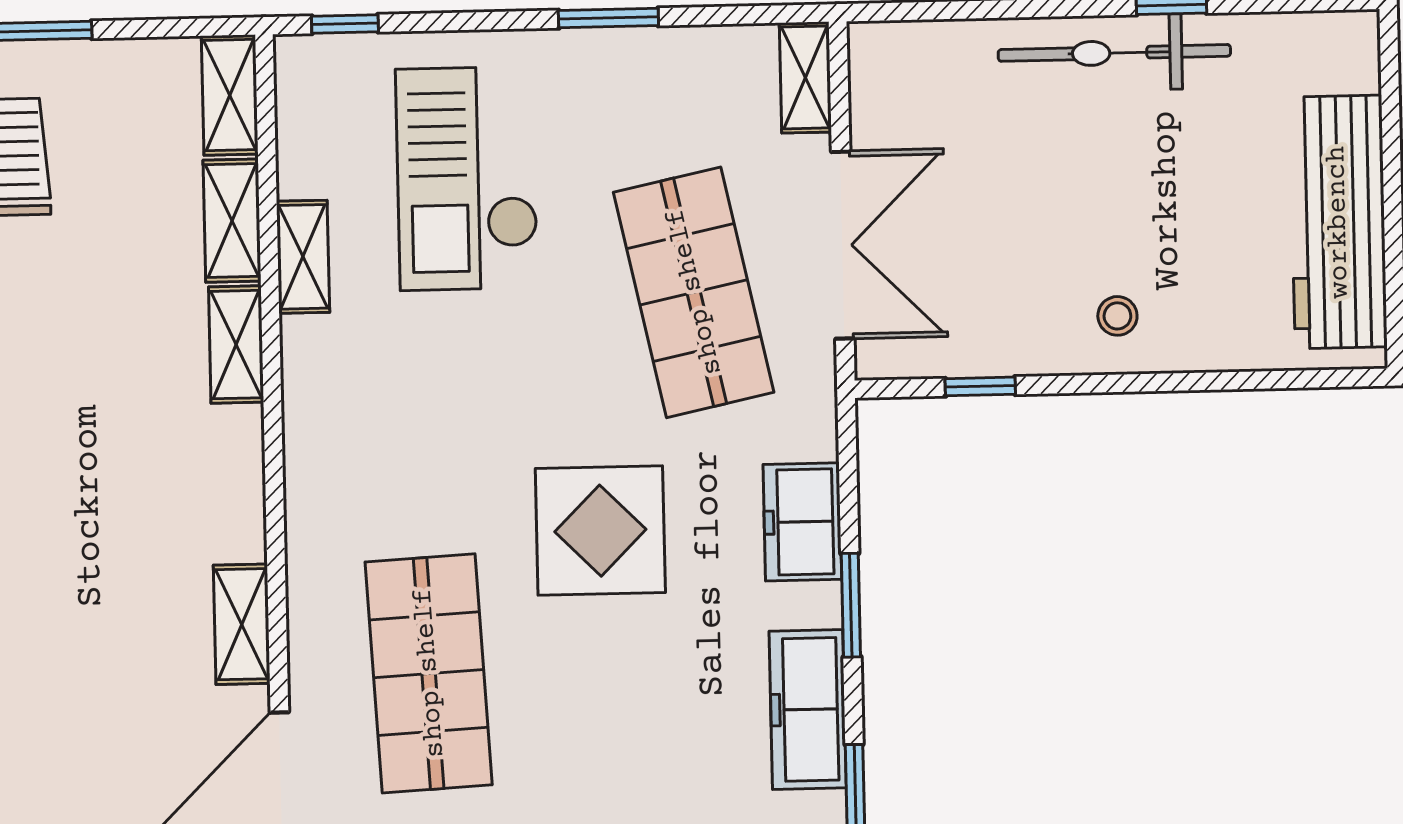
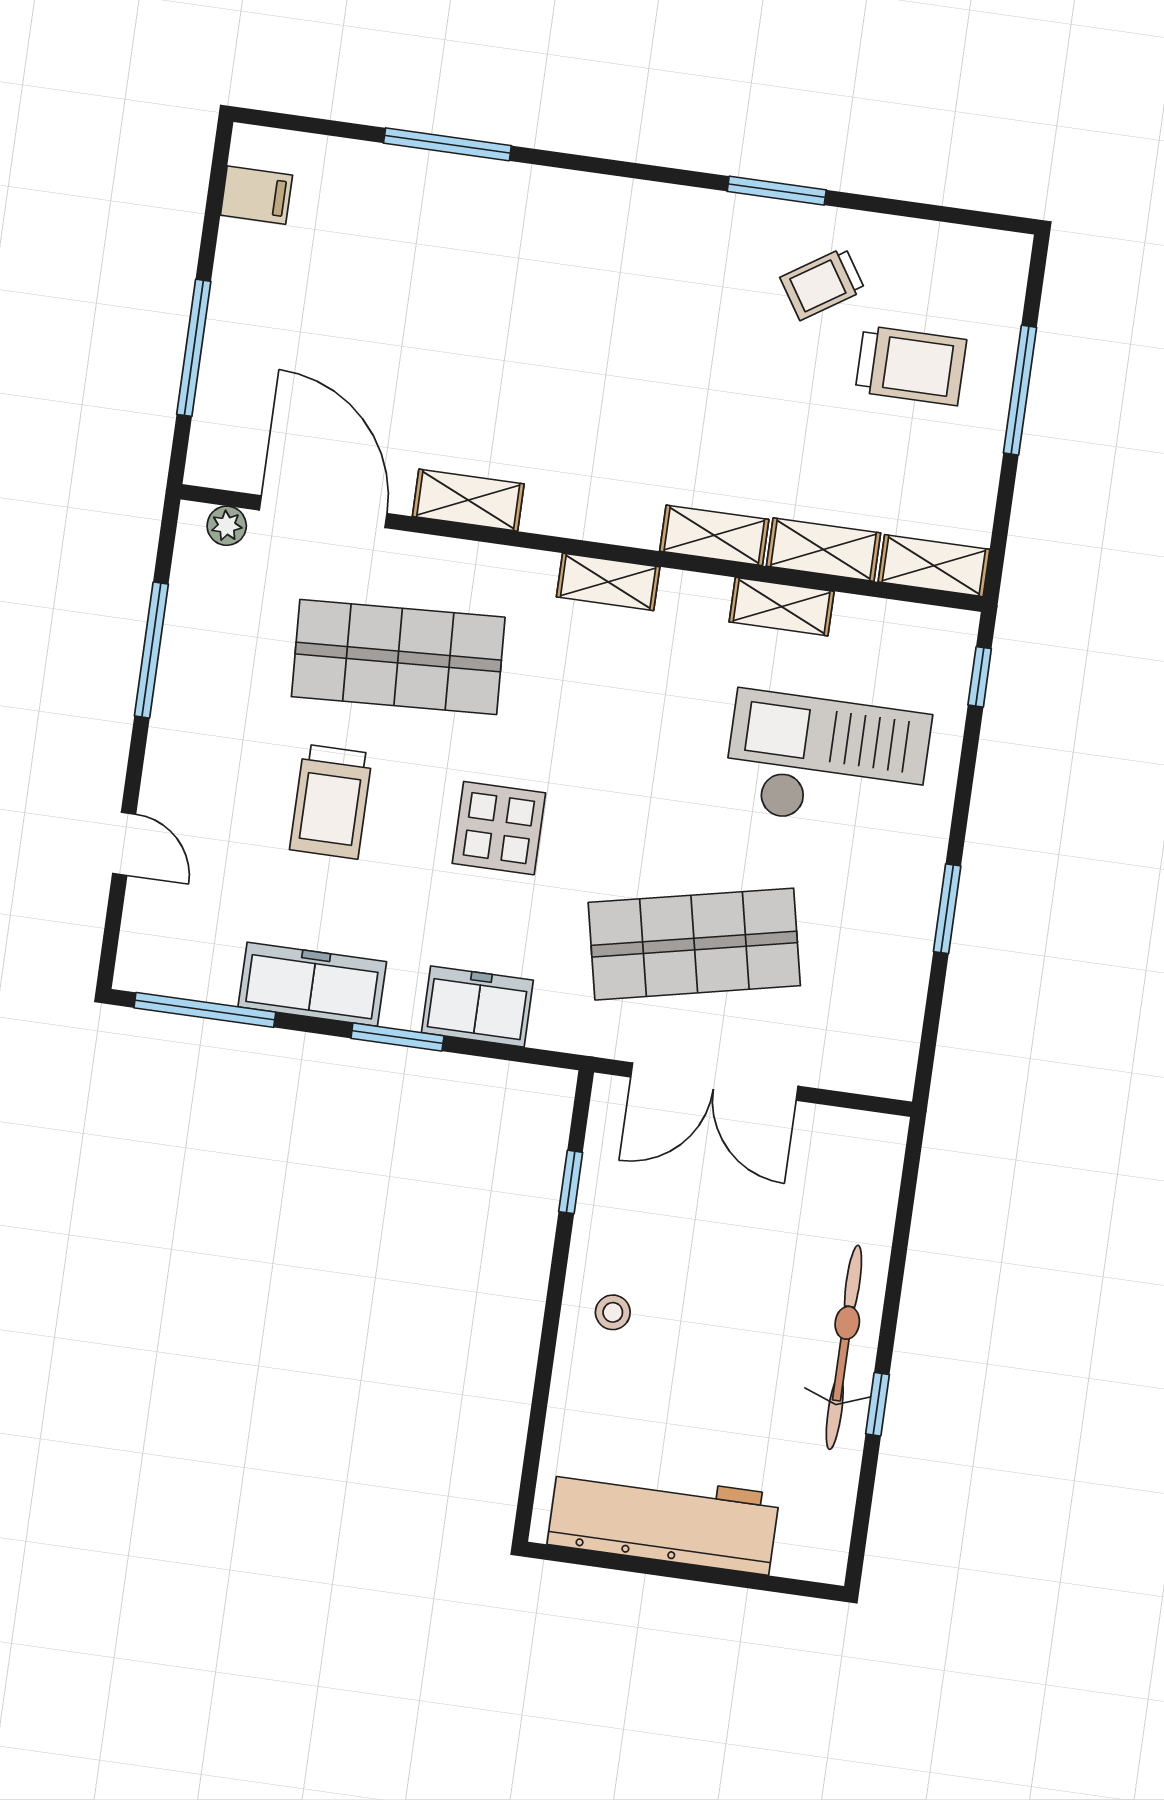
shelving: (805, 77) -> (608, 582), moved
display table: (600, 531) -> (499, 828), width x0.73, depth x0.73
trolley: (602, 722) -> (331, 802), added

